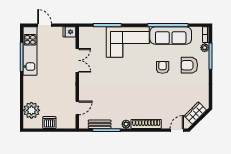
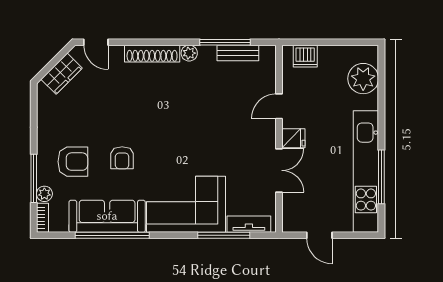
door: (45, 25) -> (319, 235), moved
tv unit: (94, 31) -> (249, 224), added
fridge: (69, 32) -> (293, 138), moved
kitchen unit: (30, 51) -> (366, 172), width x1.36
double door: (77, 60) -> (279, 170), swing flipped
door: (77, 108) -> (279, 106), moved
dishwasher: (49, 123) -> (305, 56), moved
door: (177, 130) -> (96, 42), hinge flipped

